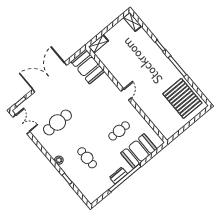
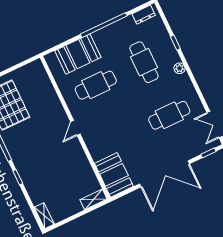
cafe table: (119, 131) -> (96, 85), width x1.37, depth x1.35
cafe table: (87, 158) -> (144, 62), width x1.37, depth x1.35
dresser: (118, 176) -> (144, 15), moved

